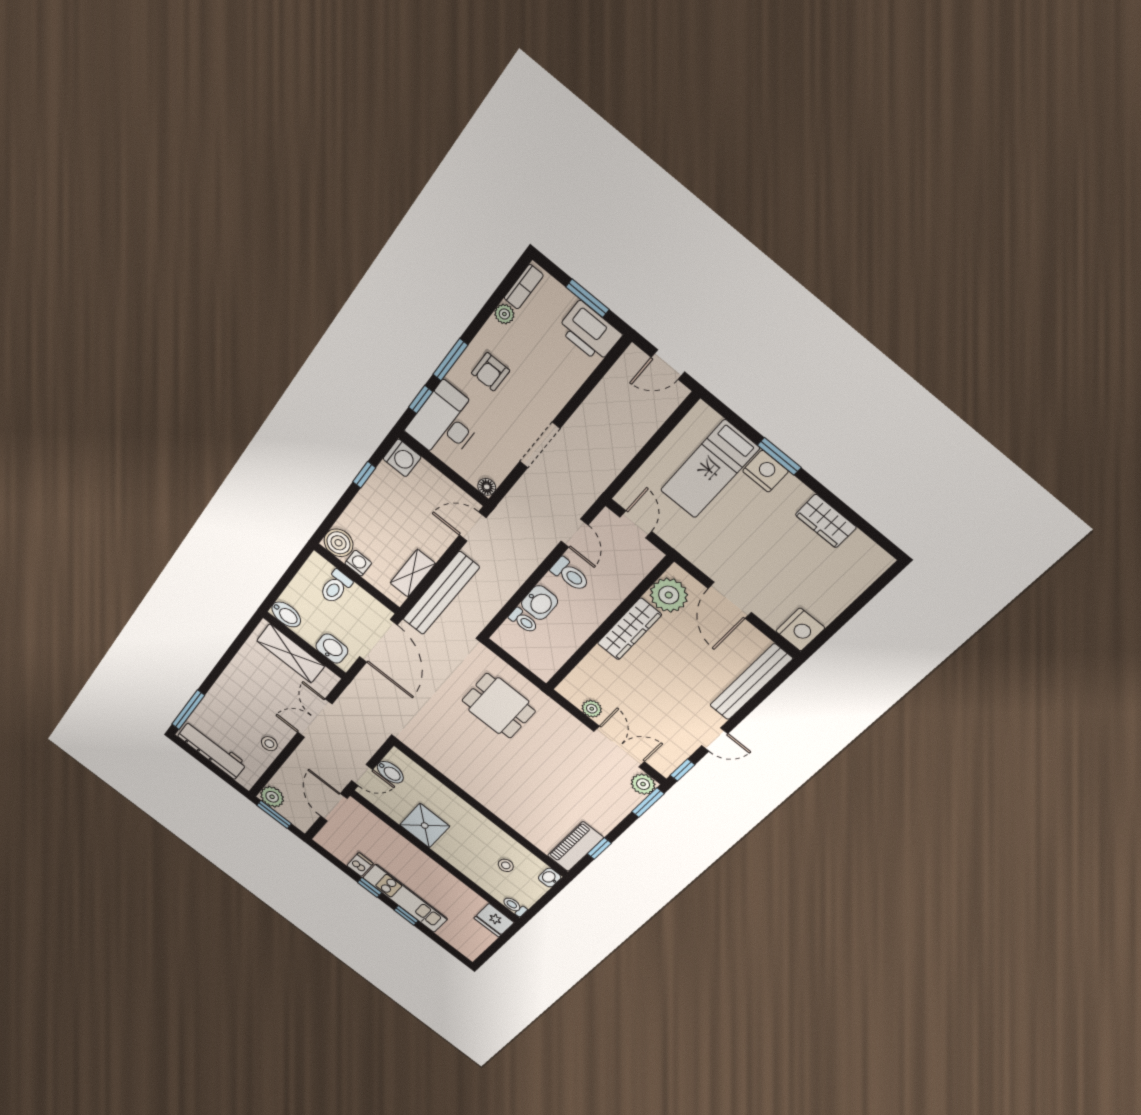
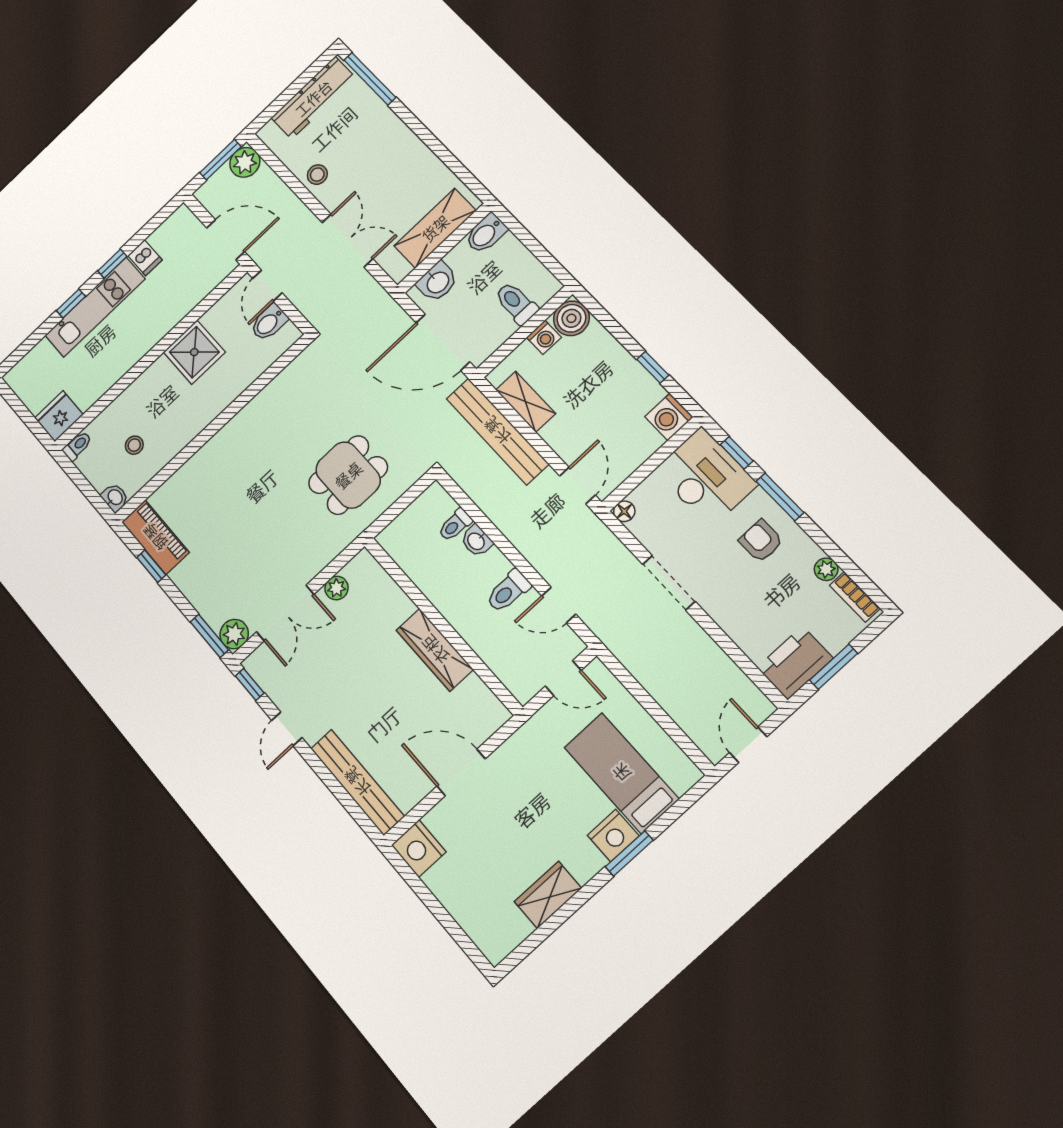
plant: (669, 595) -> (473, 703), removed
washbasin: (539, 603) -> (476, 541), width x0.72, depth x0.69

